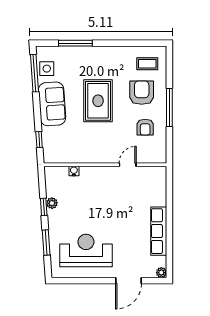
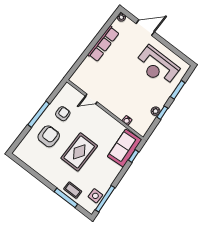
coffee table: (147, 64) -> (73, 190), moved
armchair: (142, 93) -> (49, 136), turned 180
sofa: (52, 104) -> (125, 148), moved

